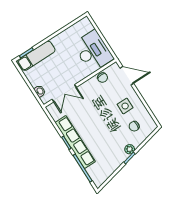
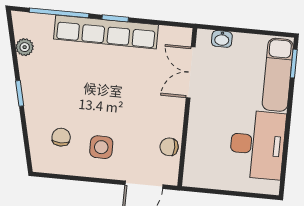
desk: (93, 51) -> (257, 145), moved, turned -90
plant: (130, 149) -> (25, 47), moved

